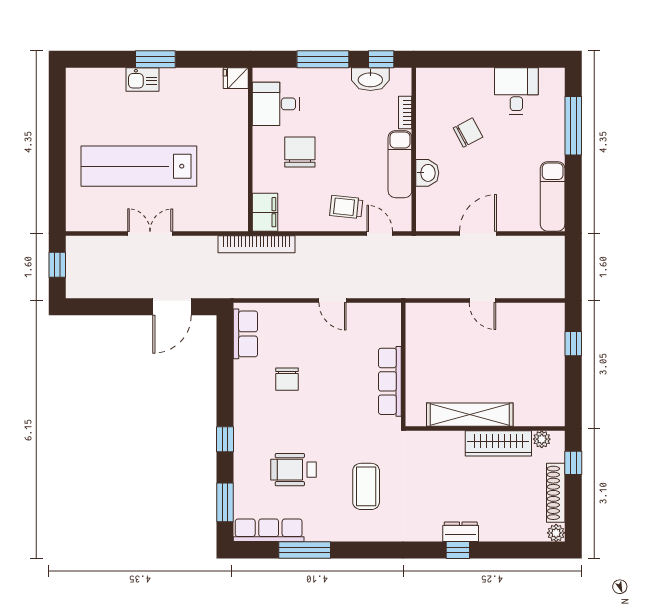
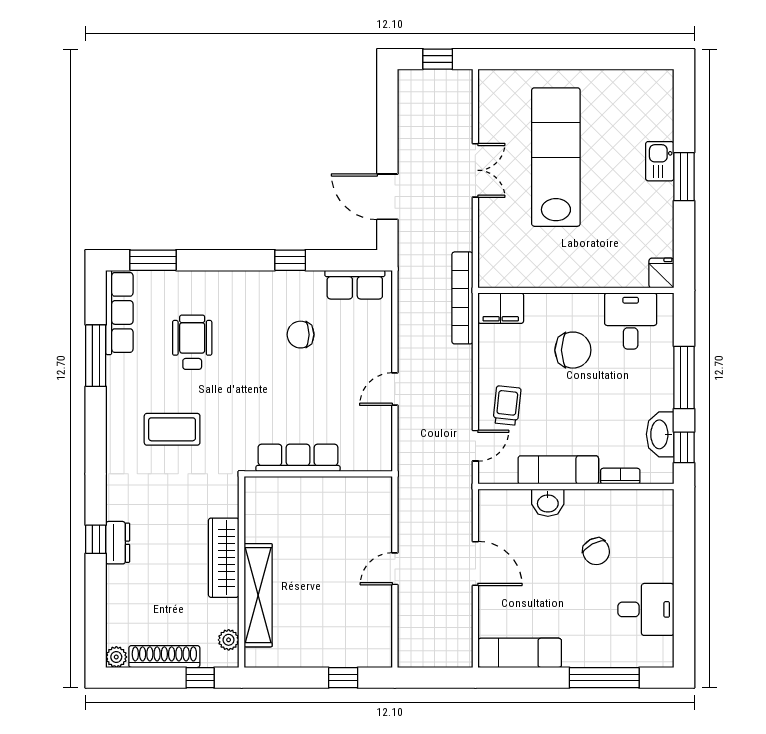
shelving: (470, 415) -> (258, 595), moved
window: (225, 439) -> (290, 260), moved
wardrobe: (498, 443) -> (224, 558), moved

